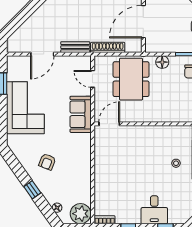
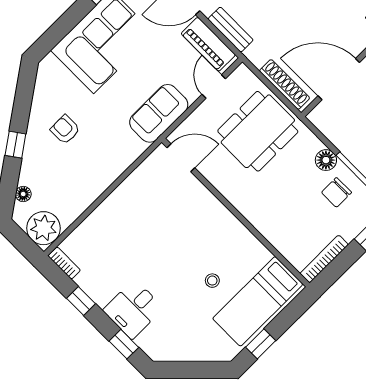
shoe rack: (108, 47) -> (285, 84), moved
floor lamp: (162, 62) -> (326, 160), moved
piano: (72, 63) -> (208, 44), added
armchair: (47, 162) -> (65, 130), turned 69

